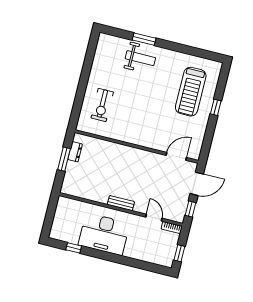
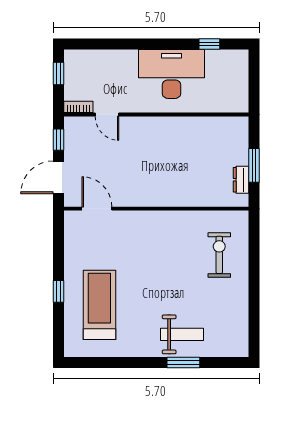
weight bench: (140, 58) -> (182, 334), turned 180
door: (176, 156) -> (97, 209), swing flipped
bench: (121, 203) -> (159, 123), removed

